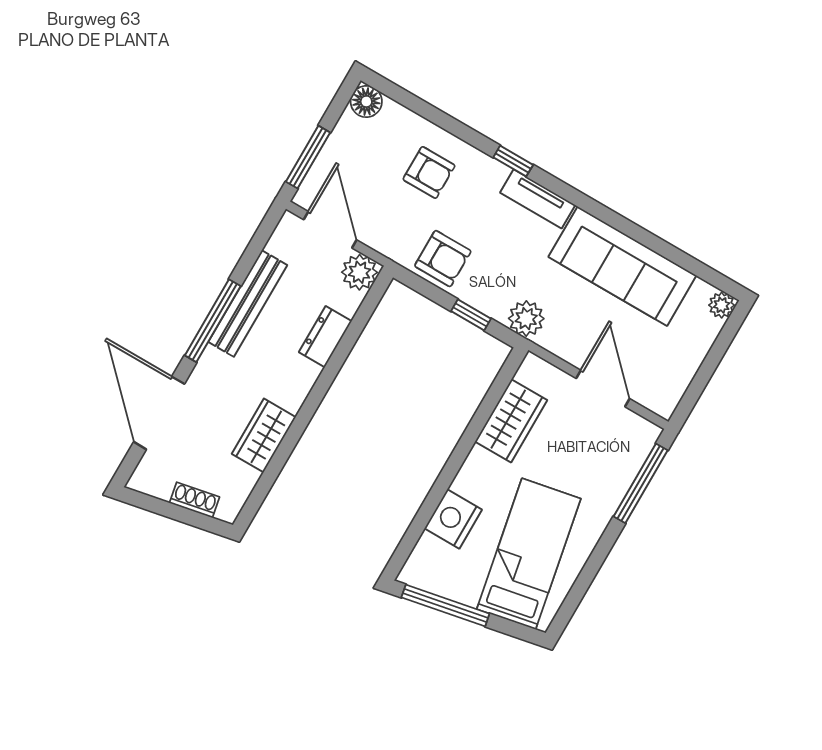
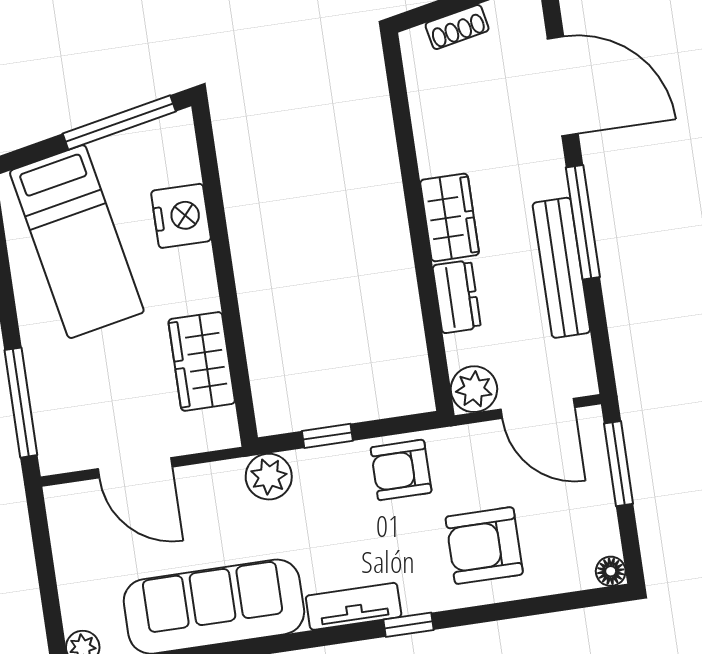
floor lamp: (366, 101) -> (611, 571), width x0.73, depth x0.73
armchair: (429, 172) -> (484, 546), width x1.38, depth x1.38
wardrobe: (264, 435) -> (450, 217), moved

